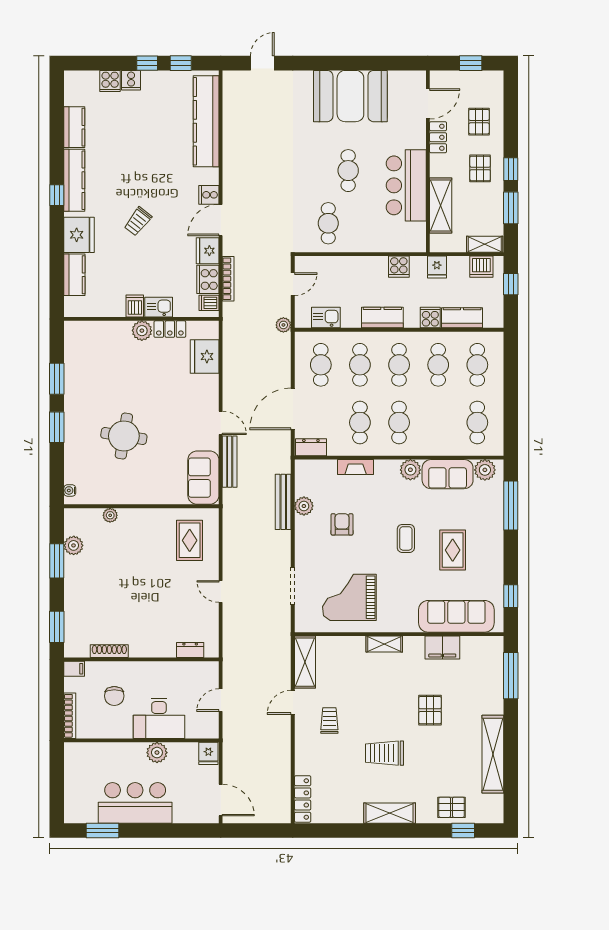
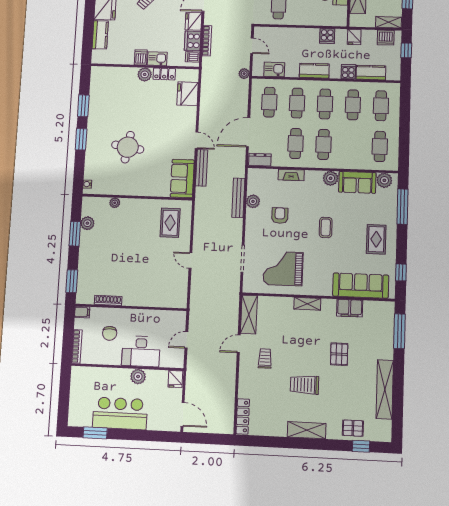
door: (293, 284) -> (252, 46), hinge flipped
rug: (453, 550) -> (376, 239), moved
dresser: (190, 650) -> (166, 302), removed

